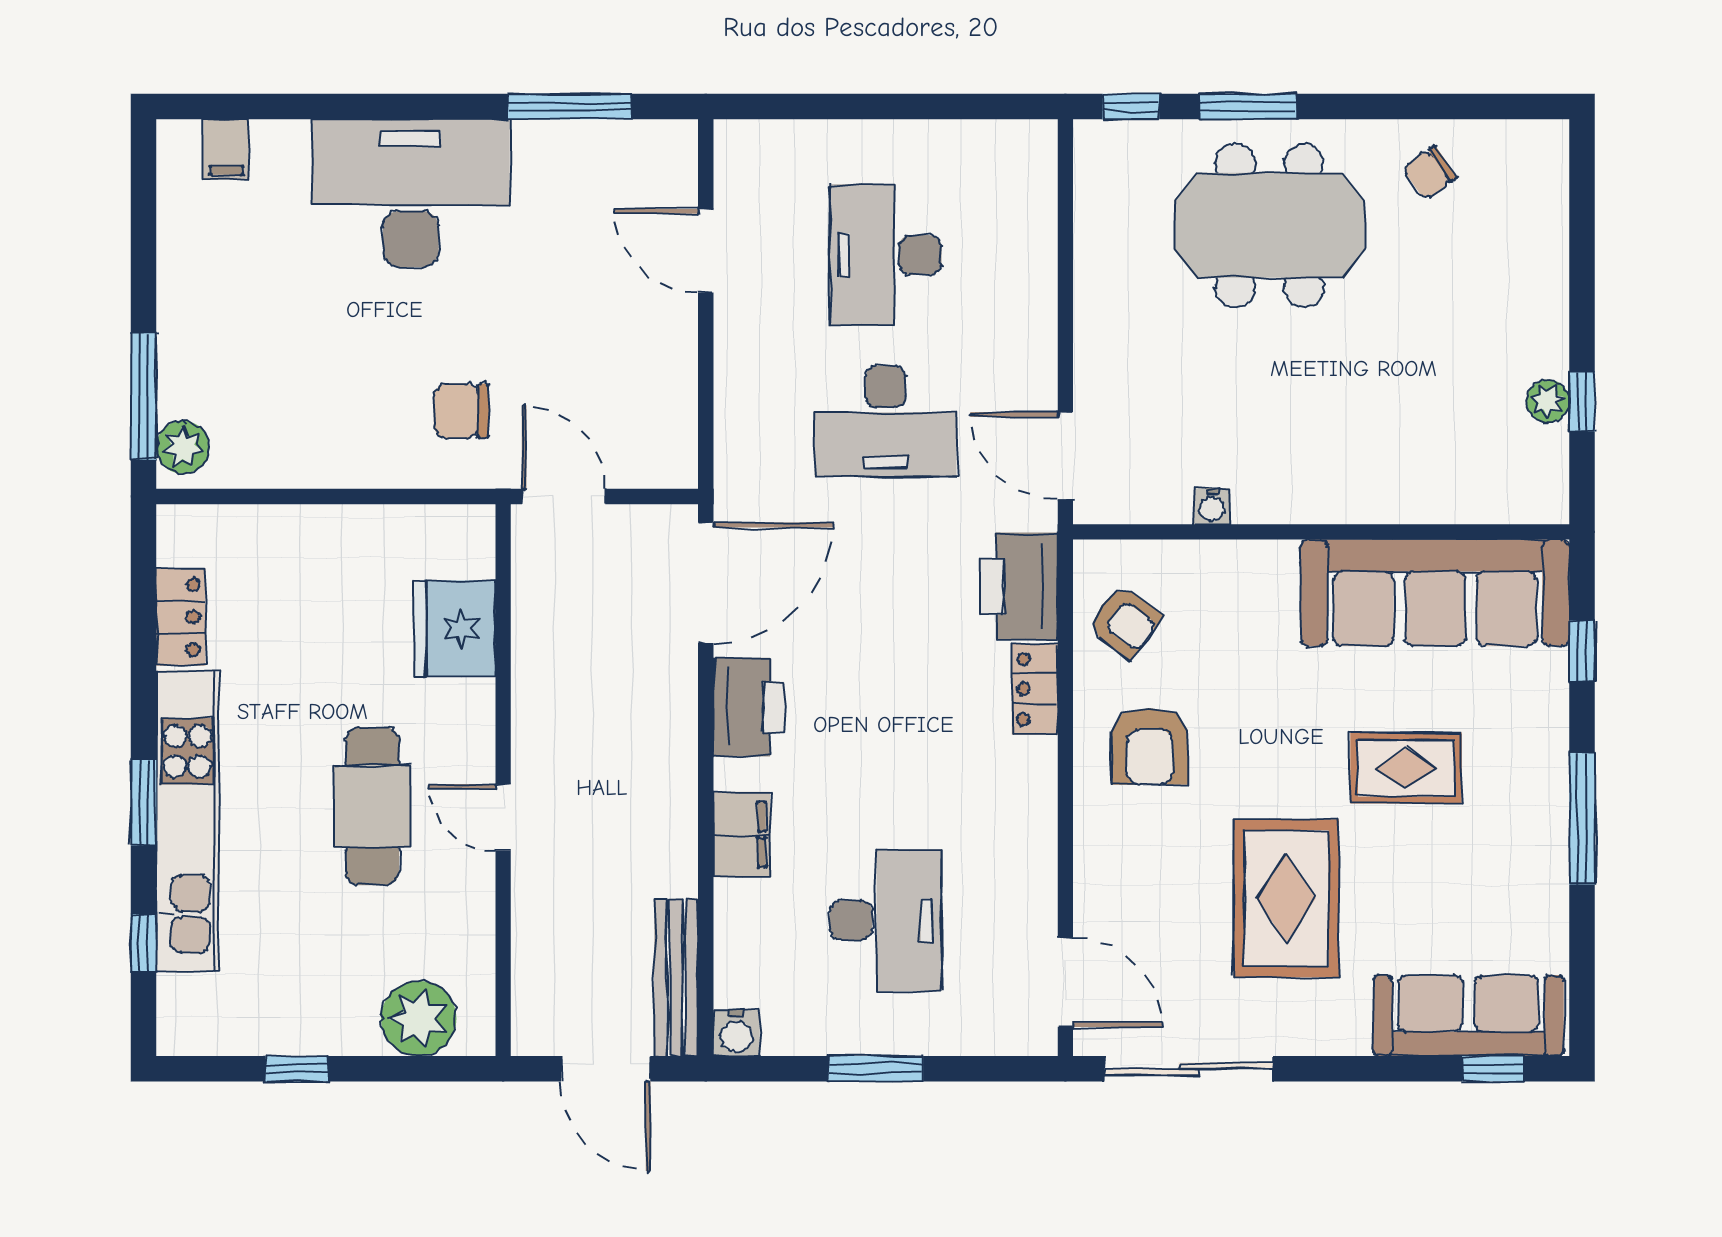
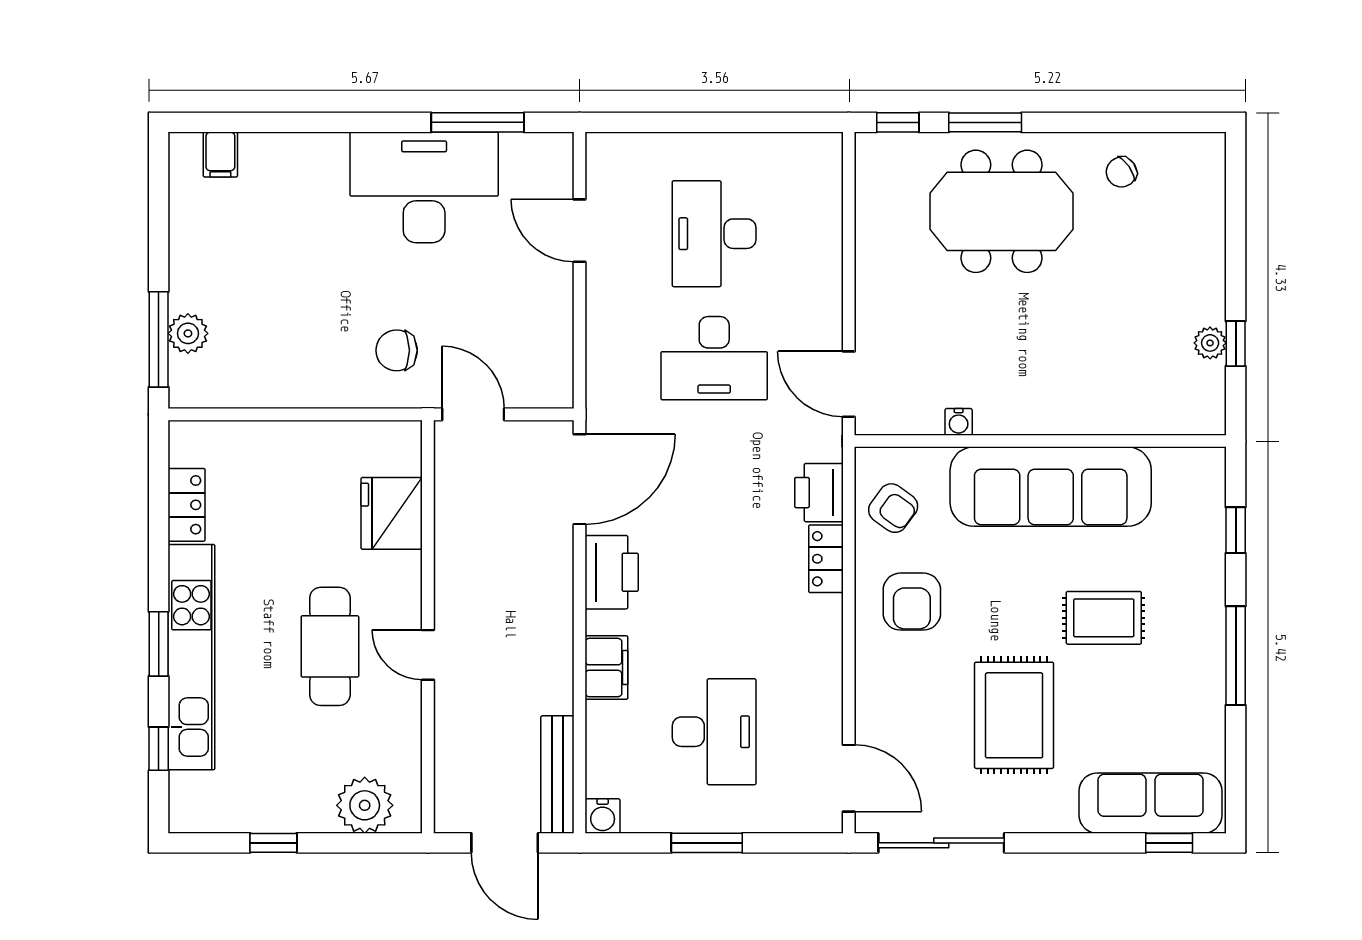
desk: (411, 193) -> (424, 187), moved
plant: (183, 447) -> (188, 333), moved
printer: (1019, 586) -> (819, 493), width x0.73, depth x0.84
sofa: (1435, 593) -> (1051, 487), moved

